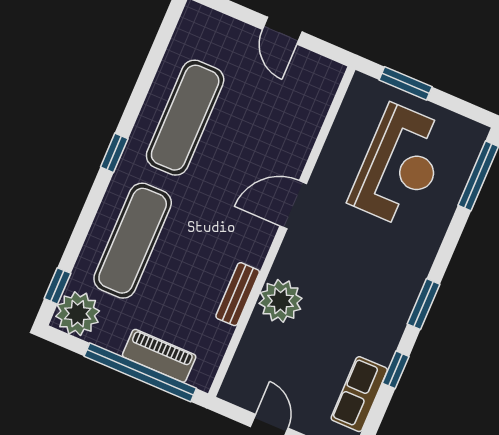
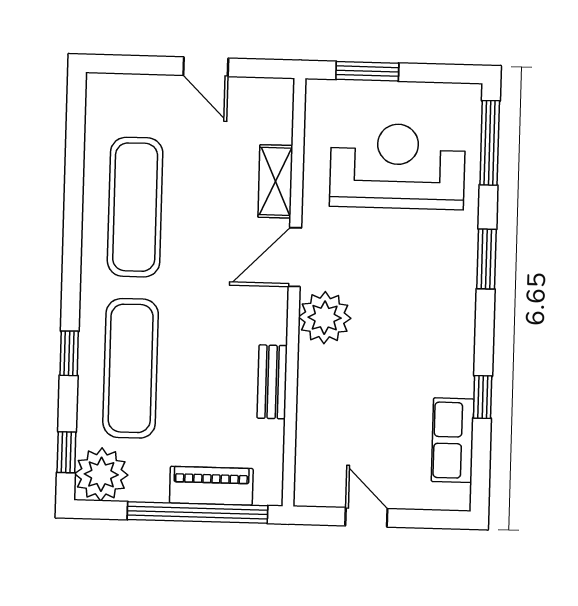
shelving: (301, 140) -> (275, 181), added
window: (114, 153) -> (69, 353), moved
reception desk: (400, 166) -> (397, 166), turned -90
plant: (281, 301) -> (325, 318), moved
window: (424, 304) -> (486, 259), moved

